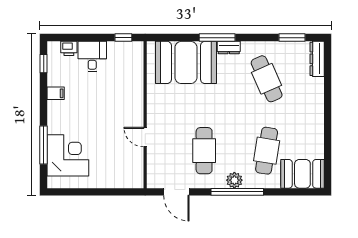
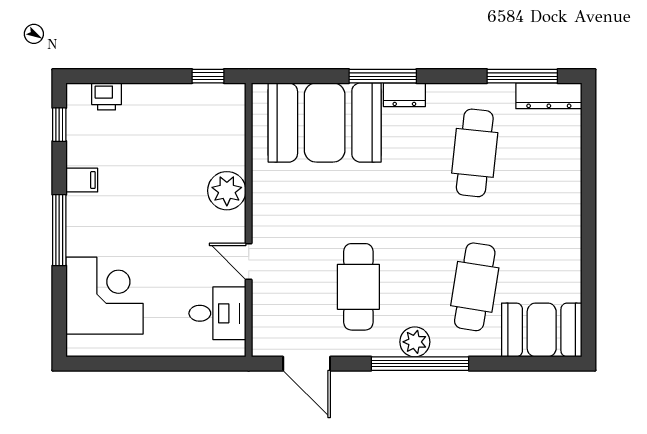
window: (292, 38) -> (522, 76), width x1.44
desk: (92, 56) -> (217, 313), moved, turned 90
dresser: (317, 59) -> (549, 96), moved, turned -90
cafe table: (267, 79) -> (475, 153), turned 30
plant: (133, 99) -> (227, 191), added
window: (44, 145) -> (59, 230), moved

